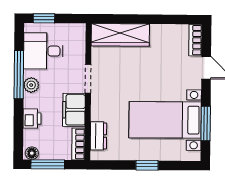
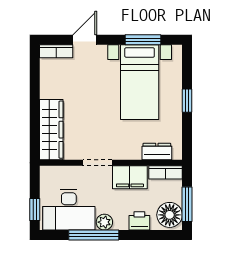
desk: (43, 51) -> (69, 210), width x1.37
floor lamp: (32, 153) -> (170, 215), width x1.89, depth x1.89

